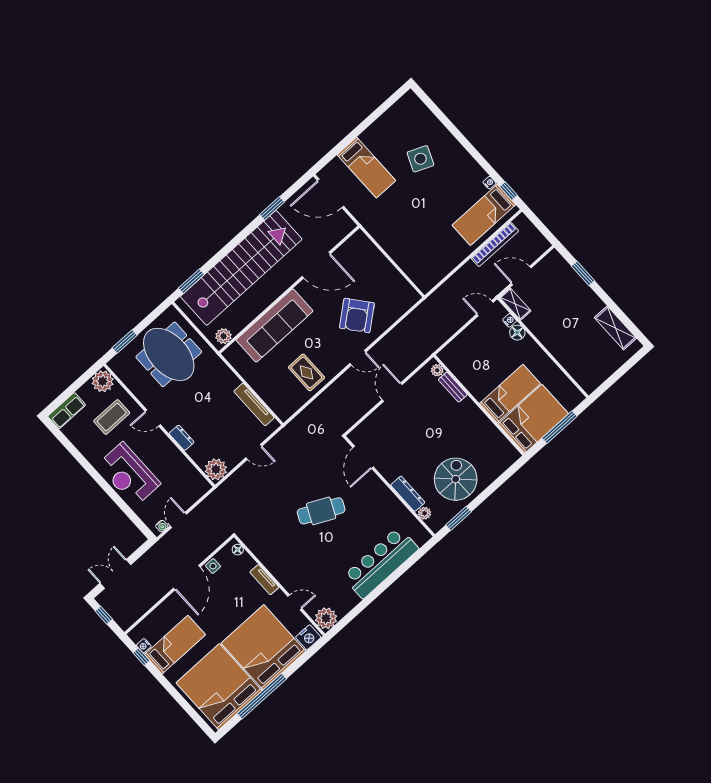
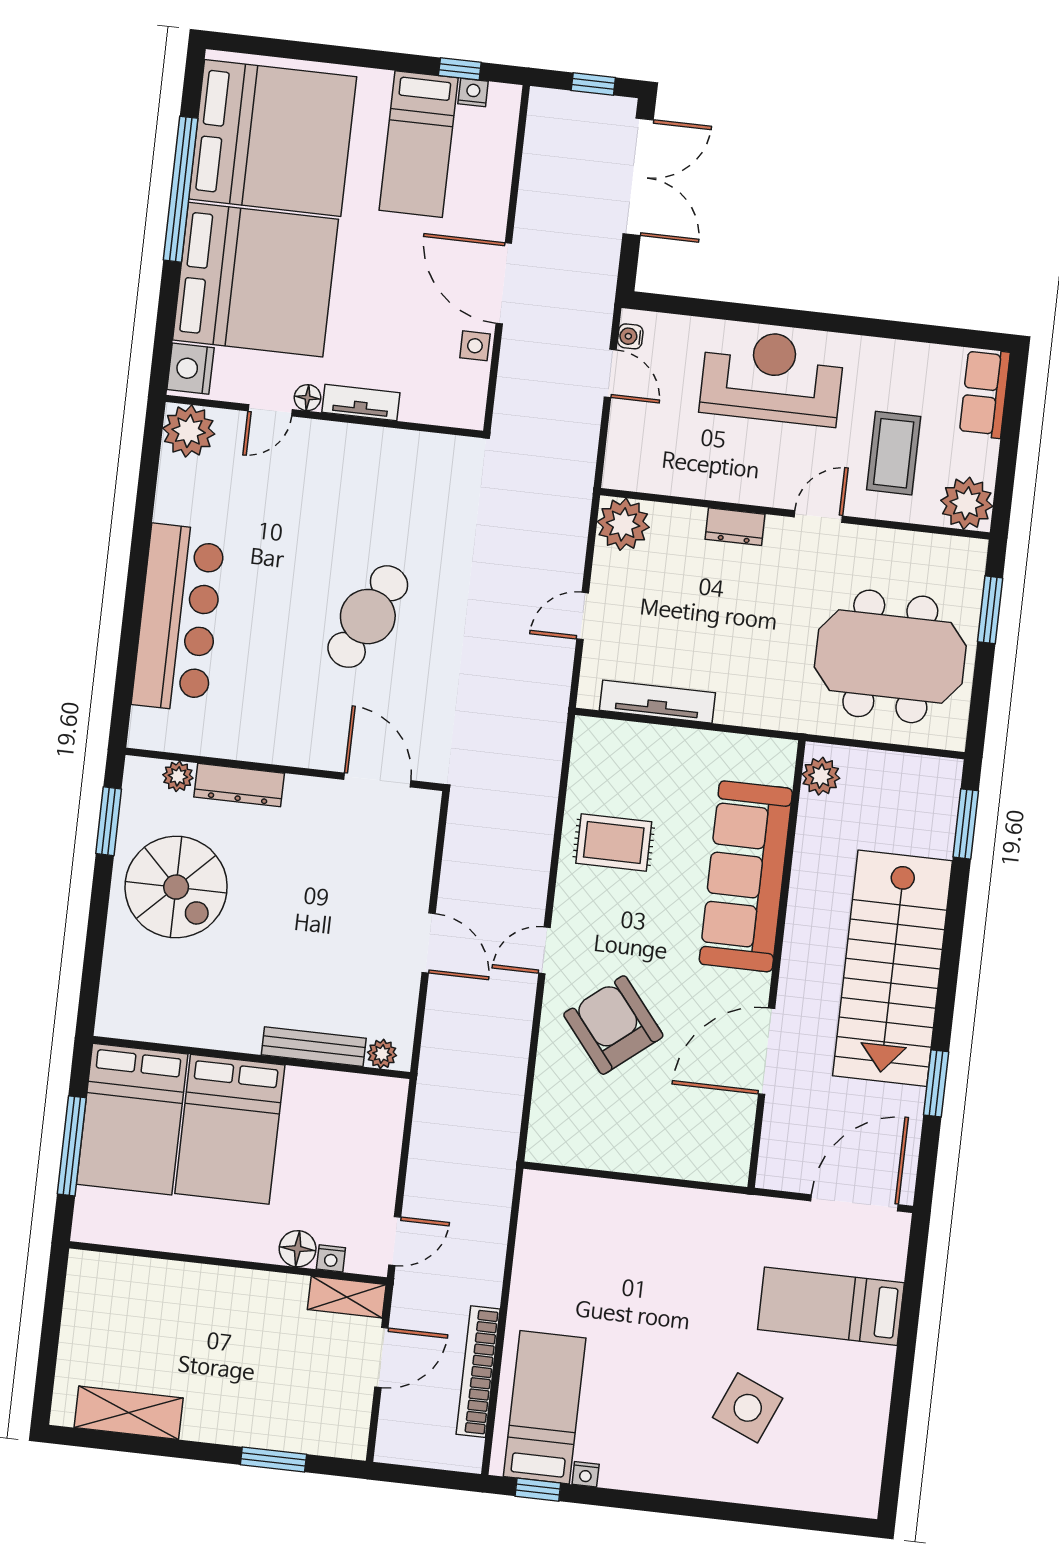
stairs: (241, 268) -> (892, 968), width x0.73
bench: (453, 387) -> (314, 1047), width x1.36
bed: (510, 393) -> (230, 1129), width x1.50
floor lamp: (238, 550) -> (308, 398), moved
double door: (115, 574) -> (638, 177), width x1.37

